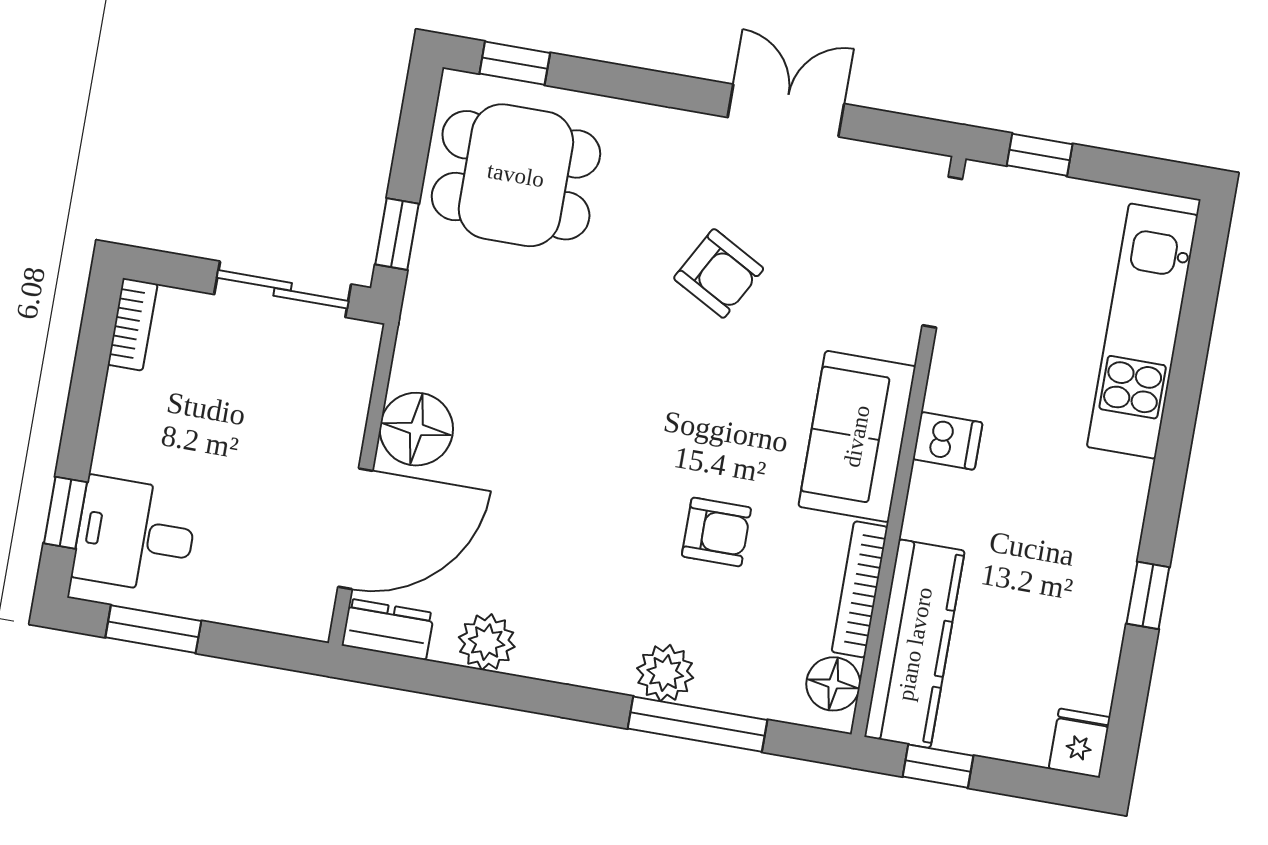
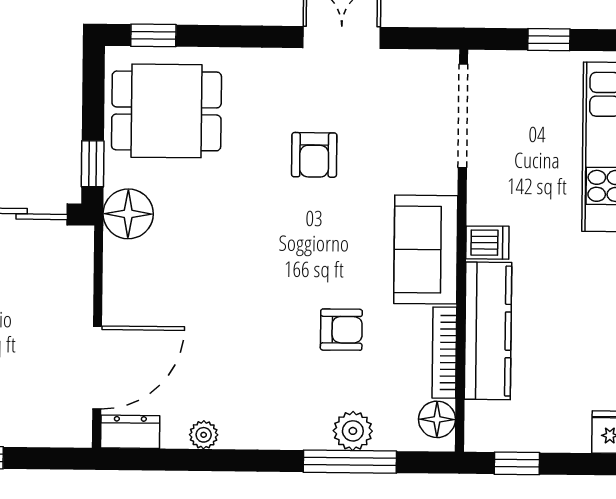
window: (1040, 155) -> (549, 40), moved
armchair: (719, 273) -> (314, 155), turned 61
floor lamp: (416, 429) -> (128, 214), moved
plant: (487, 642) -> (204, 435), width x0.73, depth x0.73
kitchen counter: (915, 644) -> (488, 331), moved
plant: (665, 673) -> (353, 431), moved

